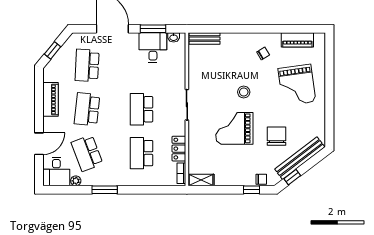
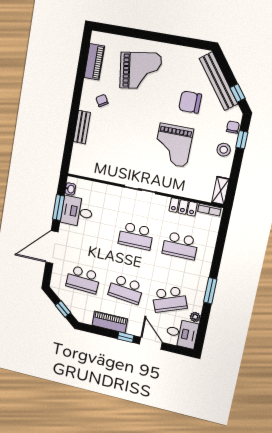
bench: (205, 39) -> (82, 127), moved
stool: (244, 92) -> (224, 150), moved
window: (39, 118) -> (126, 337), added

